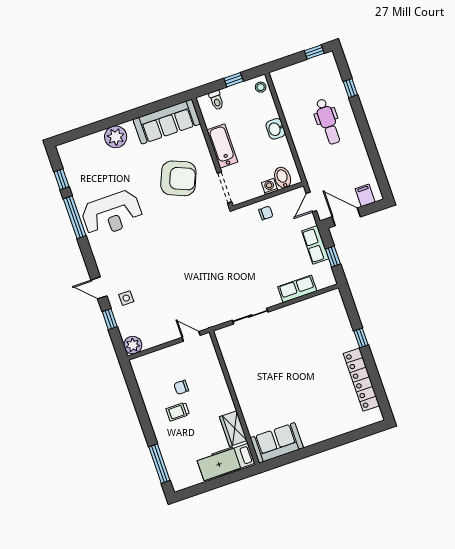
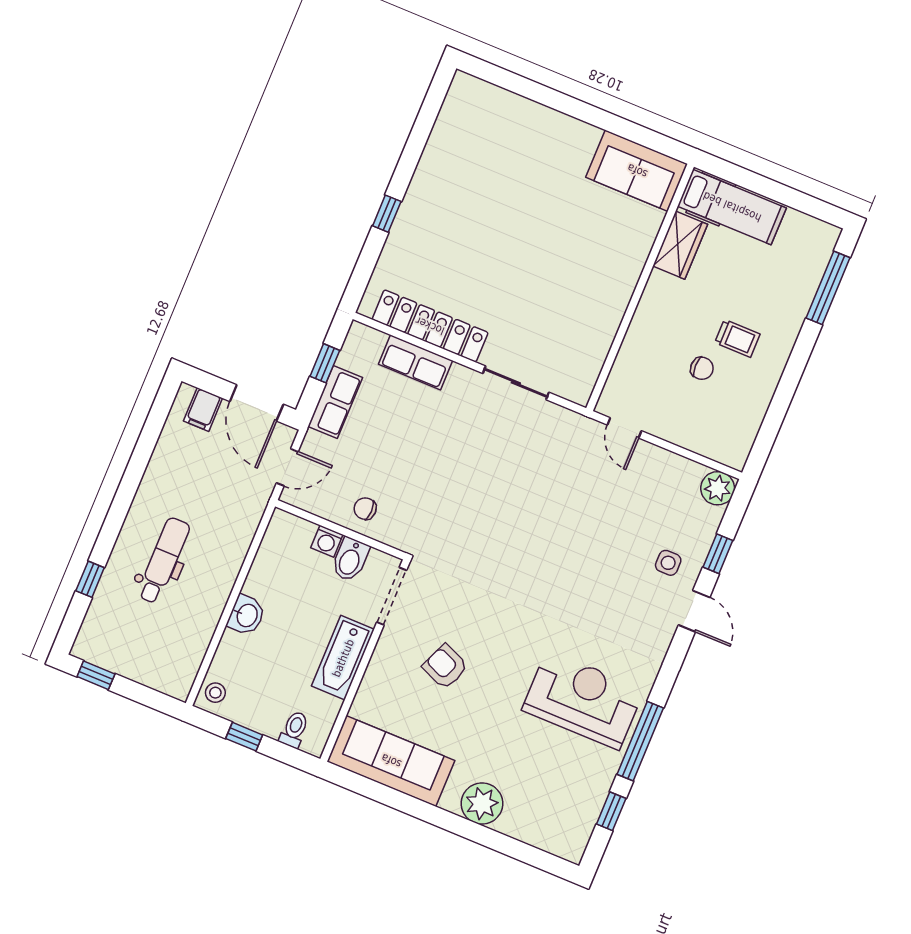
armchair: (178, 178) -> (445, 667), width x0.53, depth x0.53
bidet: (283, 178) -> (350, 559), moved
locker: (361, 380) -> (430, 326), moved, turned -90

